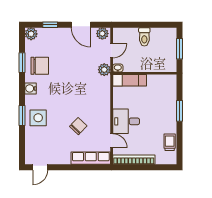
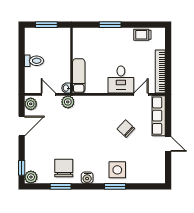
window: (50, 25) -> (22, 168), moved
door: (40, 167) -> (168, 144), moved

